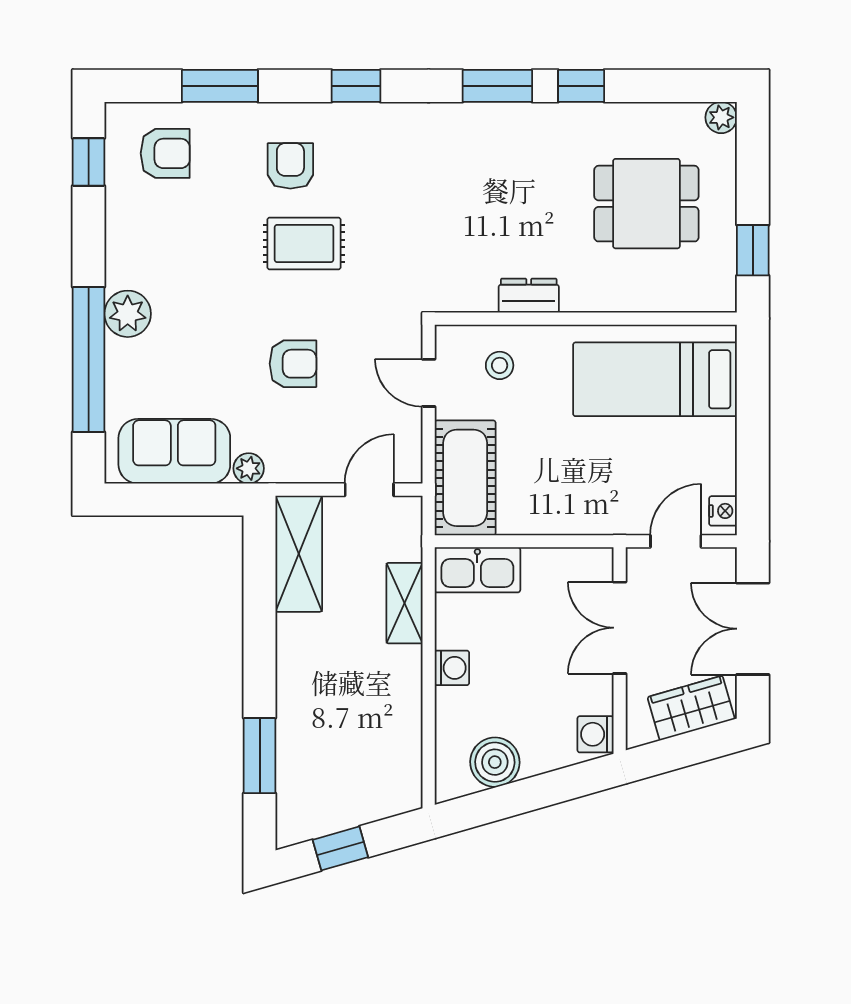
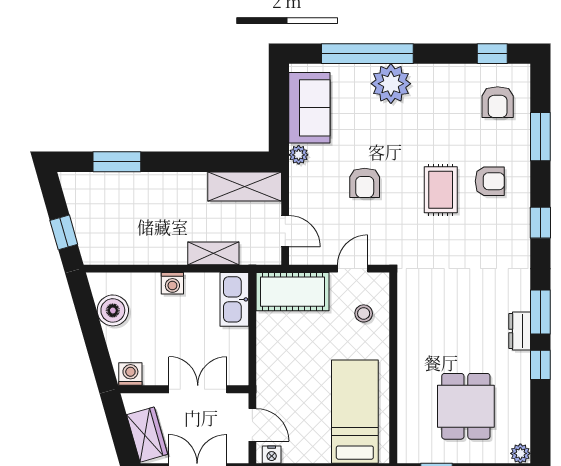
dresser: (529, 296) -> (520, 331), moved, turned 180
plant: (128, 314) -> (391, 84), width x1.36, depth x1.36
window: (340, 848) -> (64, 232), moved

